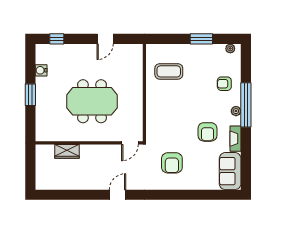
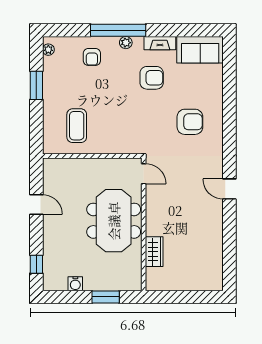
wall: (89, 143) -> (144, 224), moved
door: (130, 143) -> (144, 174), moved
wardrobe: (67, 151) -> (154, 252), moved

